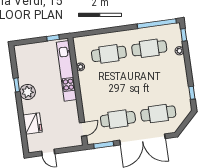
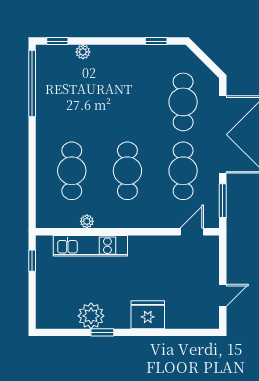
cafe table: (149, 48) -> (127, 171), moved
kitchen unit: (66, 71) -> (90, 246), width x0.73
plant: (28, 92) -> (91, 316), moved
fridge: (33, 123) -> (148, 315), moved
door: (83, 129) -> (192, 232), hinge flipped

